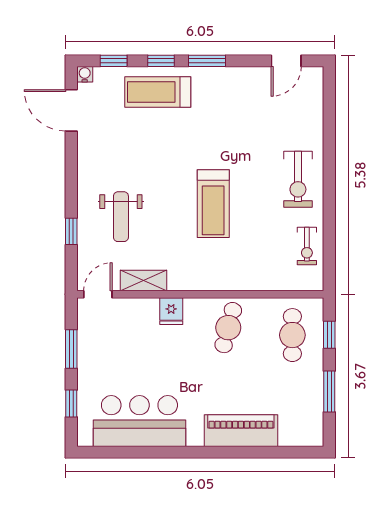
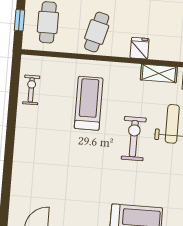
exercise bike: (298, 179) -> (134, 139), moved
treadmill: (213, 204) -> (89, 103), moved

